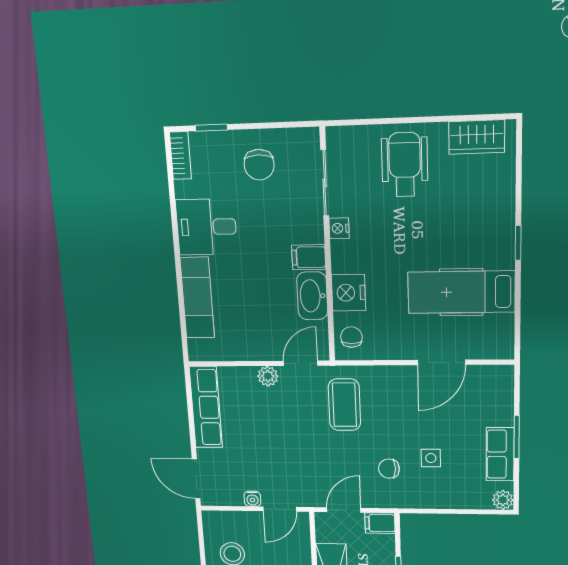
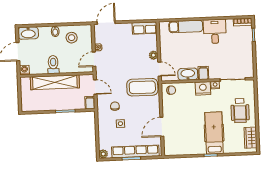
chair: (259, 165) -> (239, 53), removed
wheelchair: (405, 165) -> (240, 111), turned 90
hospital bed: (461, 292) -> (214, 133), moved
nightstand: (348, 293) -> (203, 88), moved
door: (442, 362) -> (162, 127), hinge flipped
coffee table: (344, 405) -> (142, 87), width x1.36, depth x1.32
row of seats: (206, 407) -> (145, 28), width x0.68
row of seats: (500, 454) -> (135, 151), width x2.02
door: (280, 509) -> (94, 59), hinge flipped

